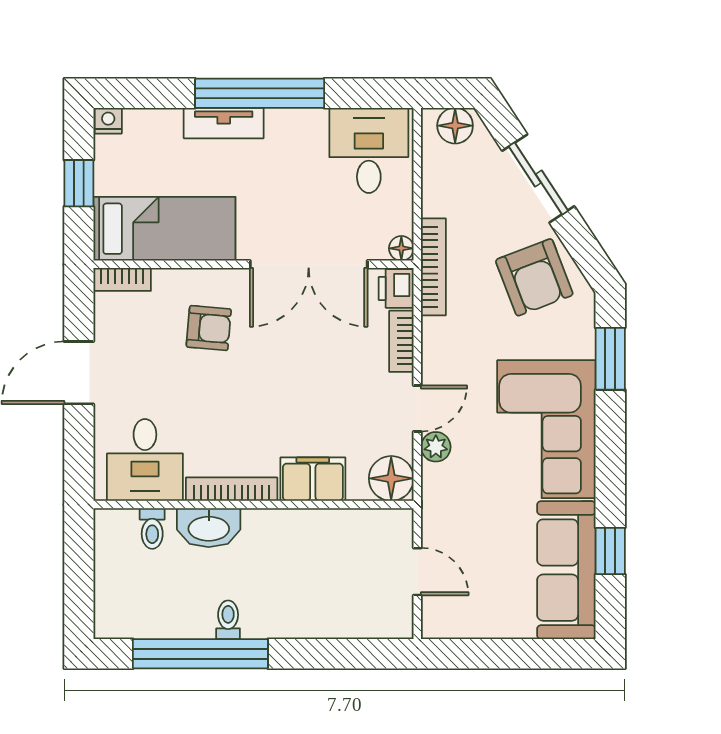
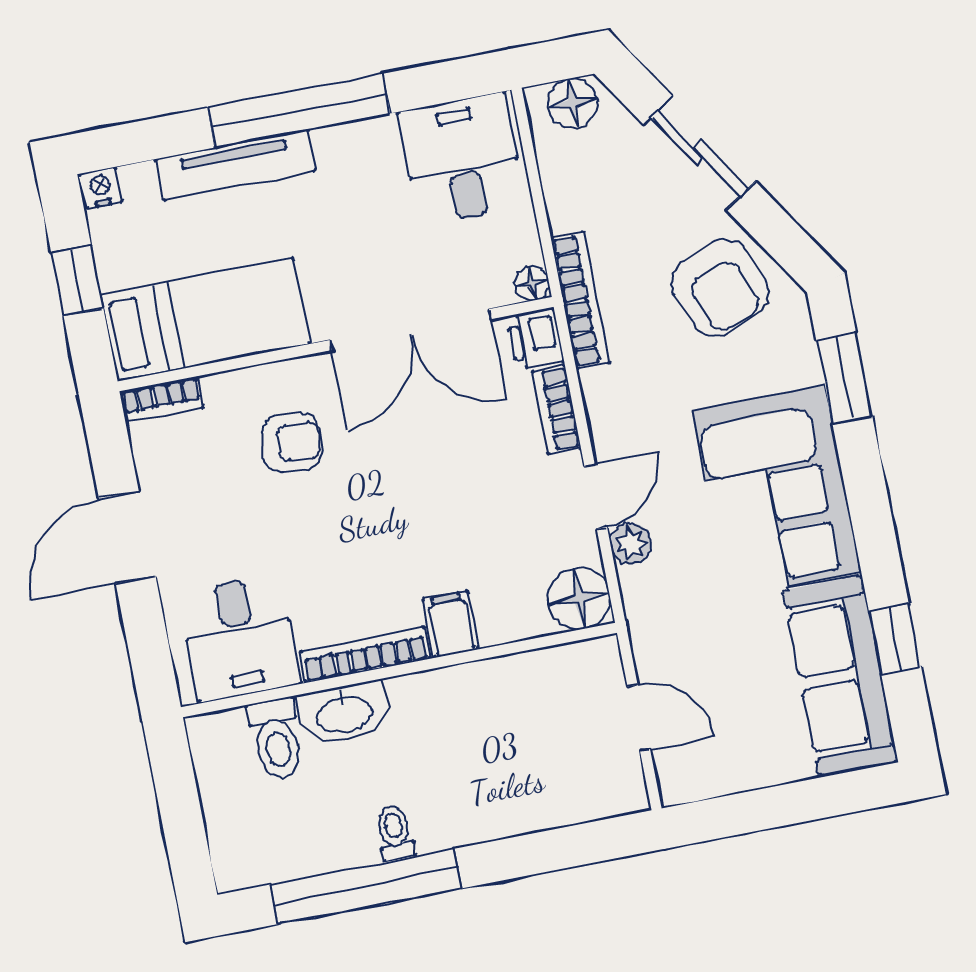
tv unit: (224, 123) -> (236, 165), width x1.41
filing cabinet: (313, 479) -> (451, 624), width x0.50
toilet: (152, 529) -> (276, 739), width x1.37, depth x1.39

